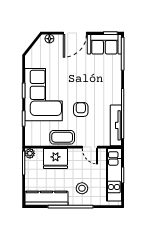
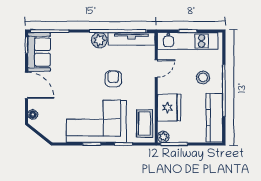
plant: (115, 97) -> (99, 40), added
armchair: (81, 109) -> (113, 79), turned 90
coffee table: (62, 137) -> (145, 124), moved

